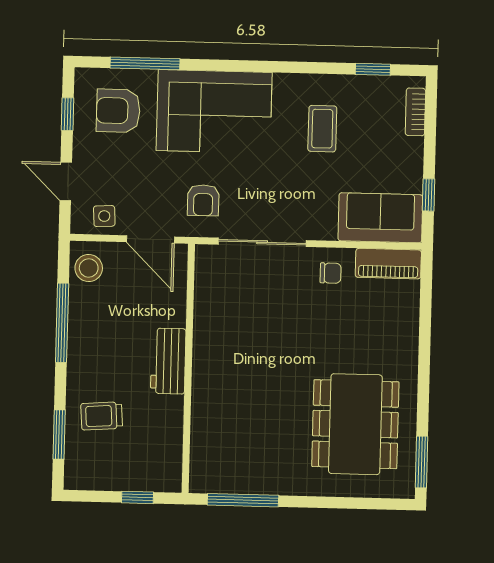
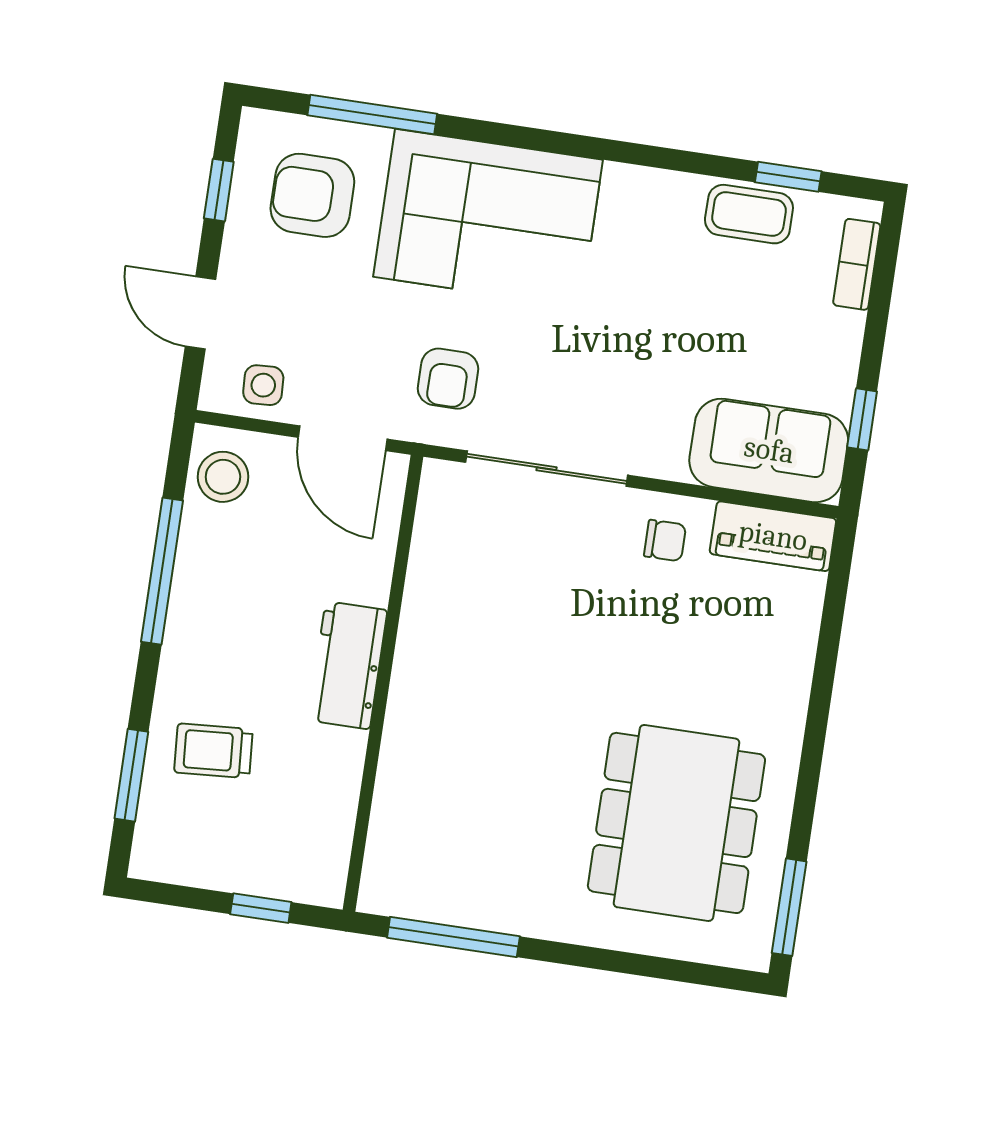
coffee table: (322, 129) -> (749, 214), moved, turned 90

